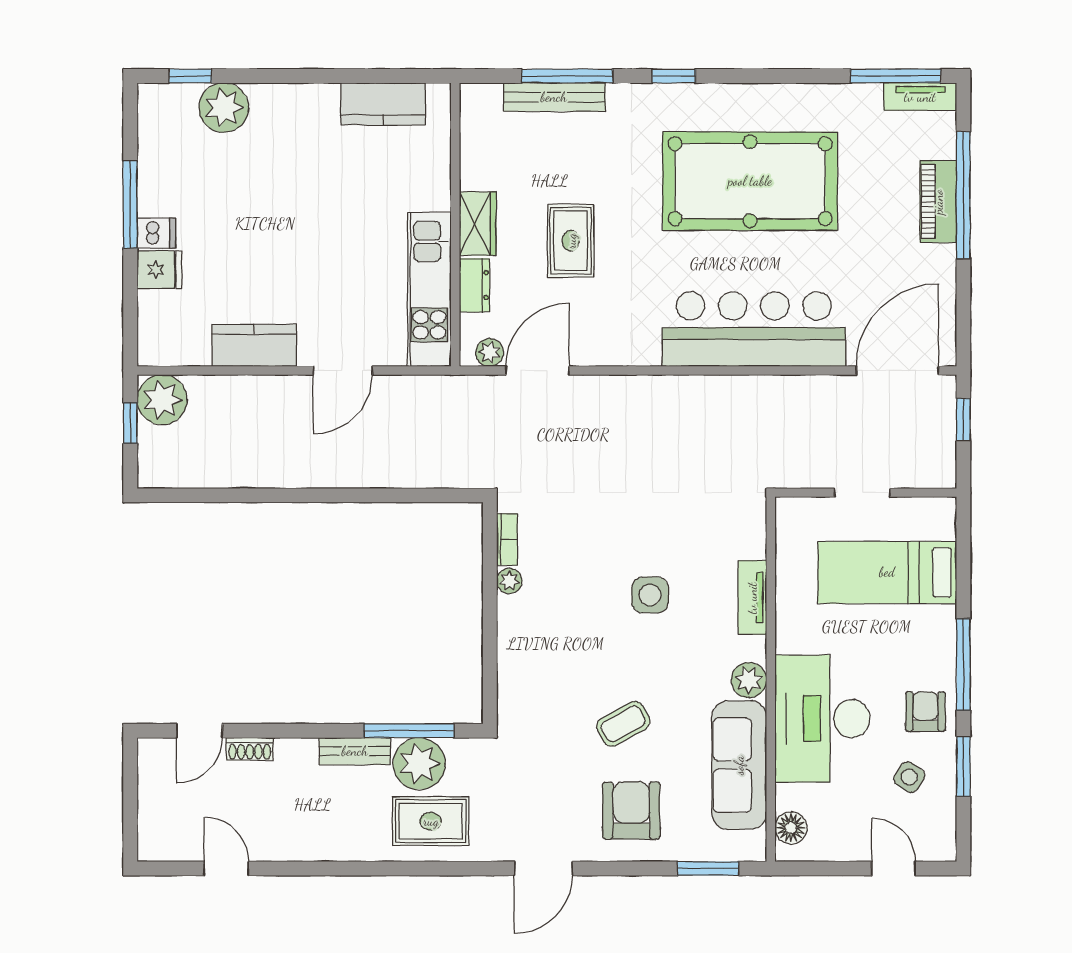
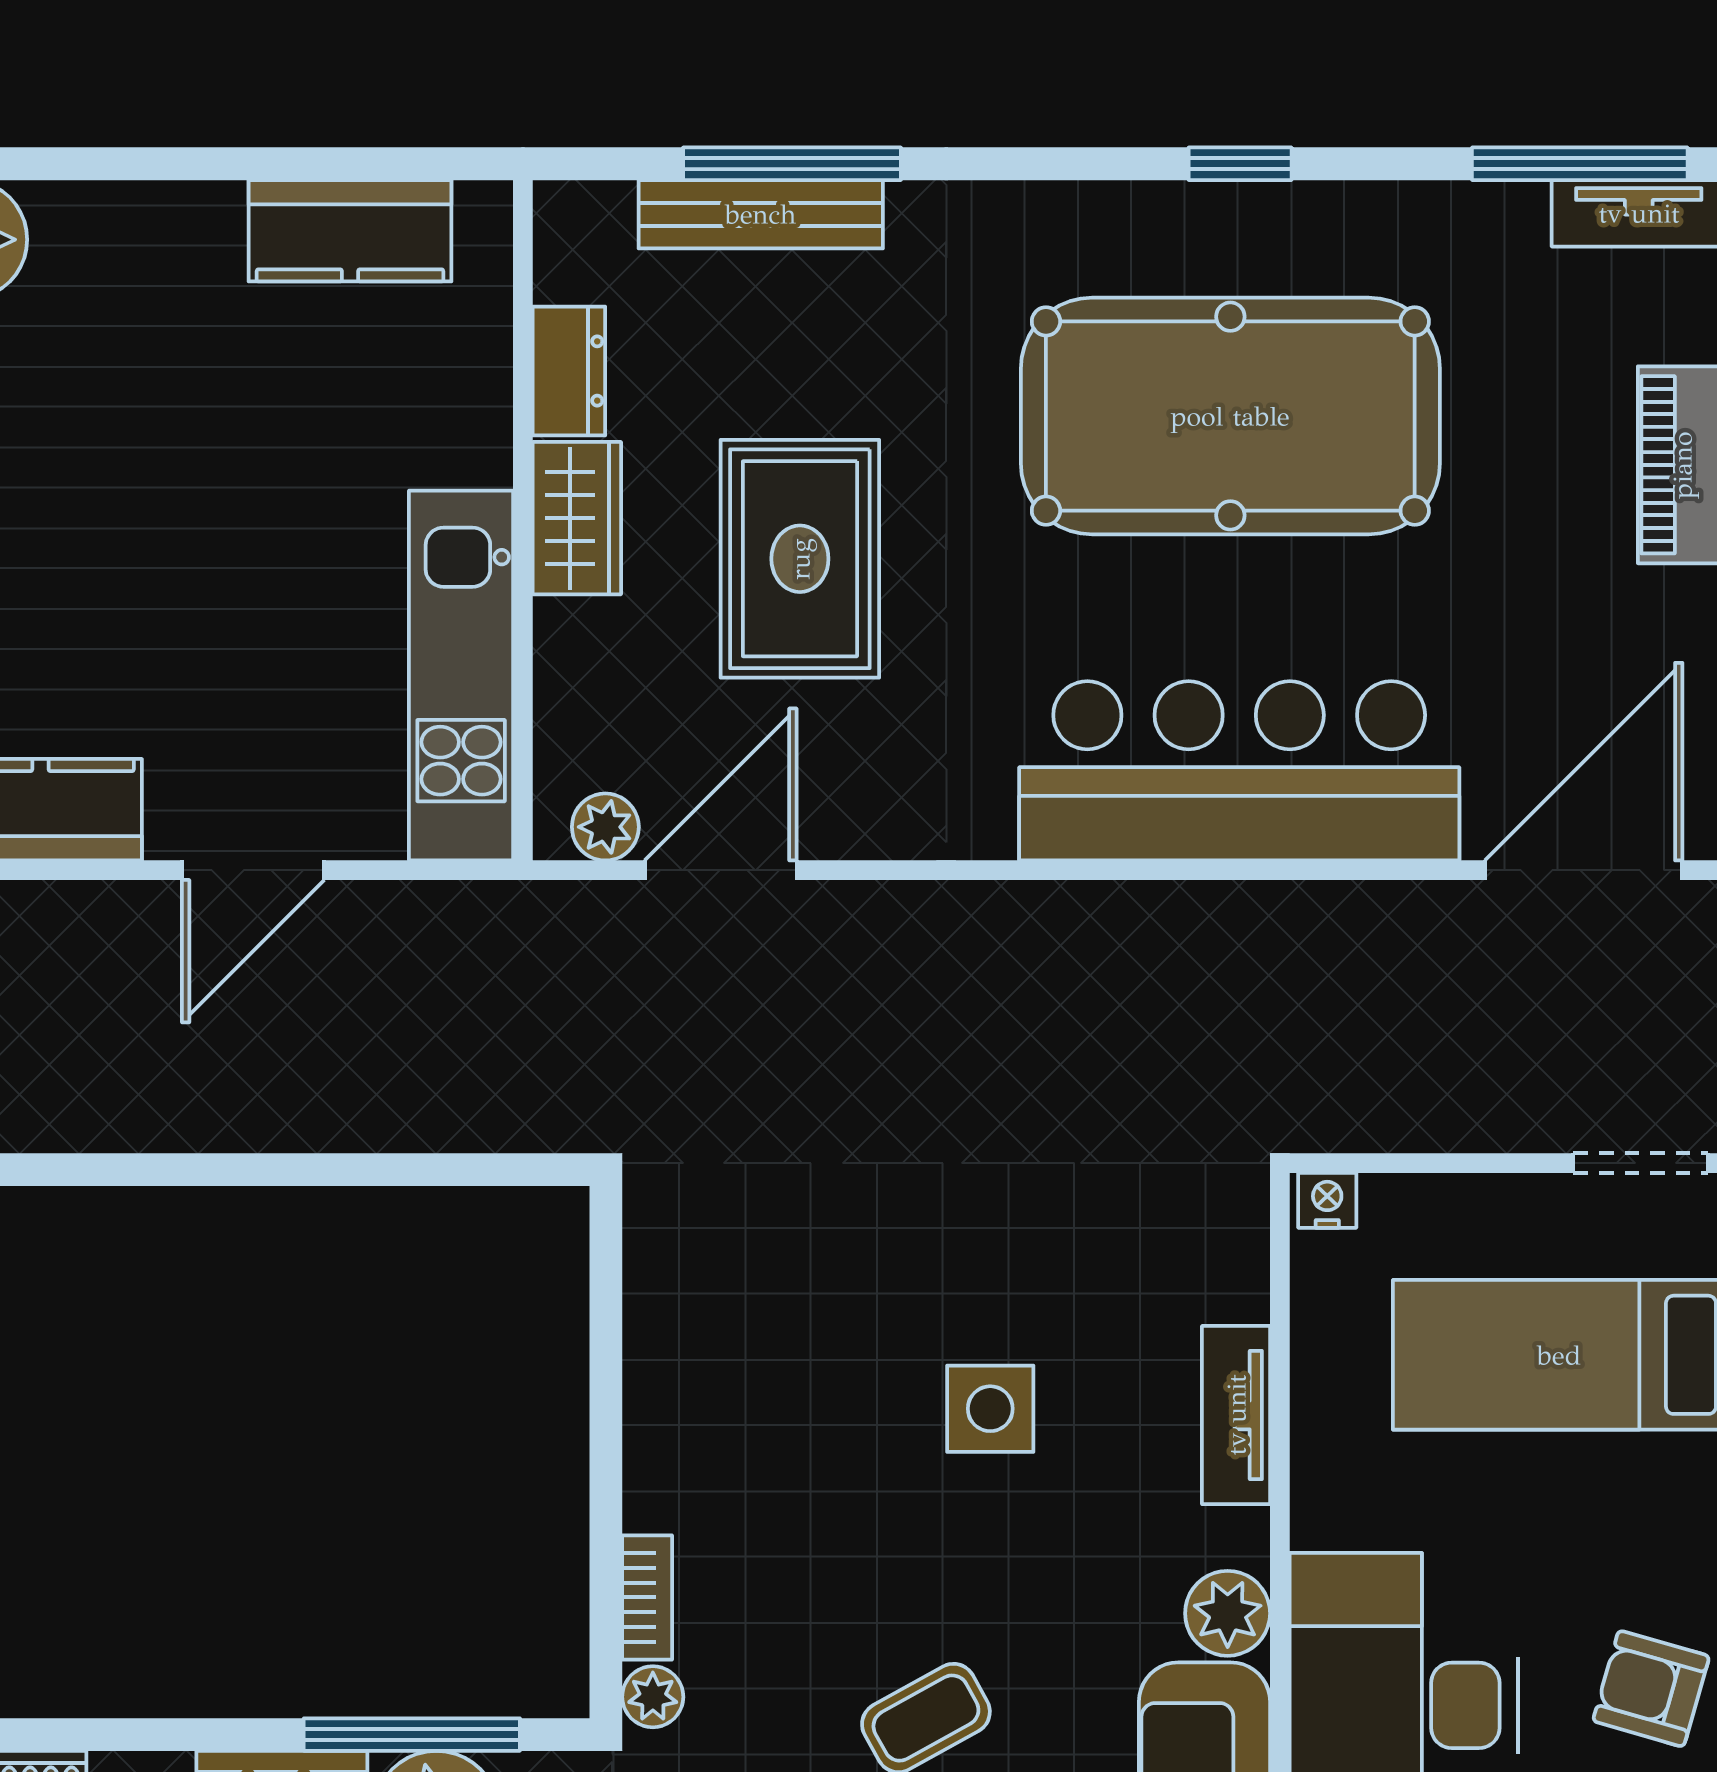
window: (674, 76) -> (1240, 164), moved
rug: (571, 241) -> (800, 559), width x1.36, depth x1.43
dresser: (474, 285) -> (569, 371), moved
doorway: (862, 493) -> (1641, 1163), moved
nightstand: (790, 508) -> (1327, 1200), added
bookcase: (507, 539) -> (647, 1597), moved
plant: (509, 581) -> (653, 1697), moved
armchair: (925, 712) -> (1651, 1689), turned -74

